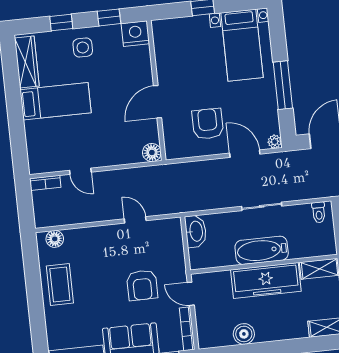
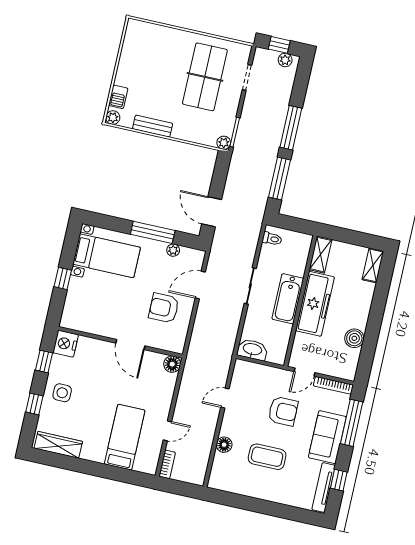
bed: (56, 101) -> (125, 437), moved
plant: (275, 142) -> (173, 250), moved
floor lamp: (55, 239) -> (224, 445), moved
coffee table: (60, 285) -> (267, 457), moved

